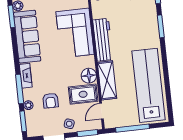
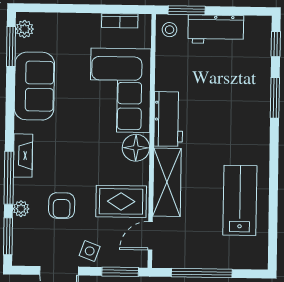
sofa: (27, 37) -> (34, 86), width x0.73
workbench: (103, 40) -> (168, 119), width x0.73
floor lamp: (89, 76) -> (136, 148), moved
lab bench: (149, 85) -> (240, 200), width x0.54, depth x0.72

